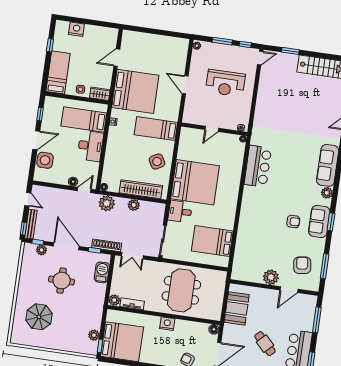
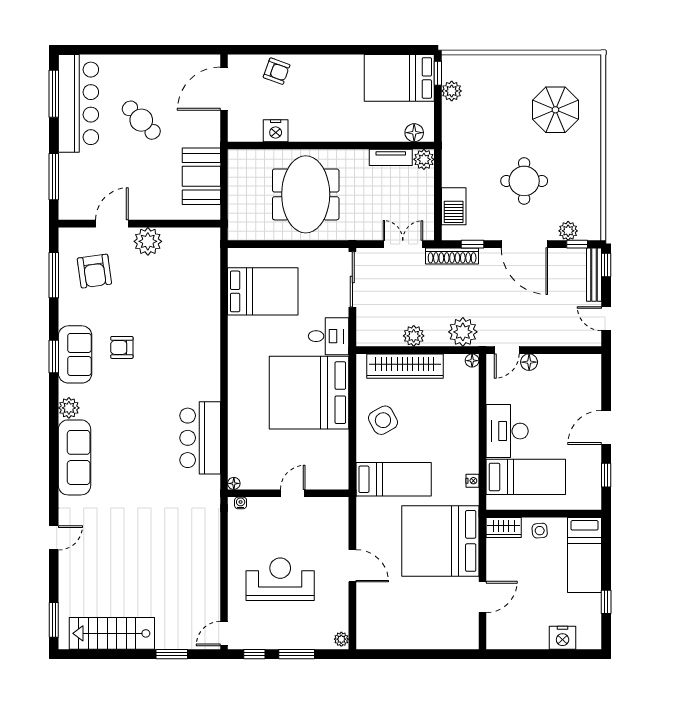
side table: (45, 160) -> (585, 393), removed
nightstand: (167, 324) -> (276, 131), moved
floor lamp: (214, 329) -> (414, 133), moved
bed: (122, 342) -> (399, 78), width x0.73

